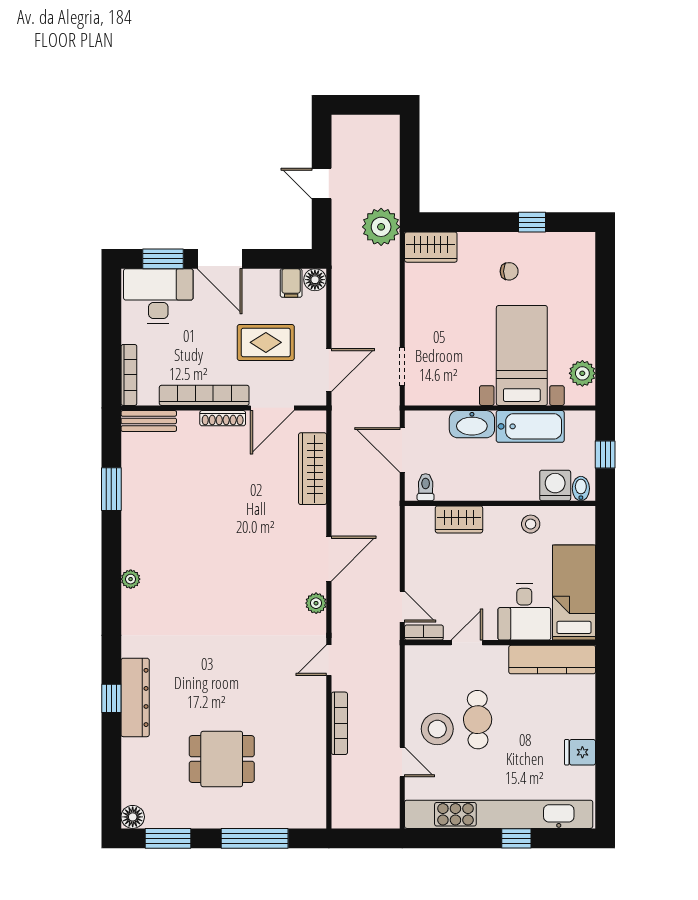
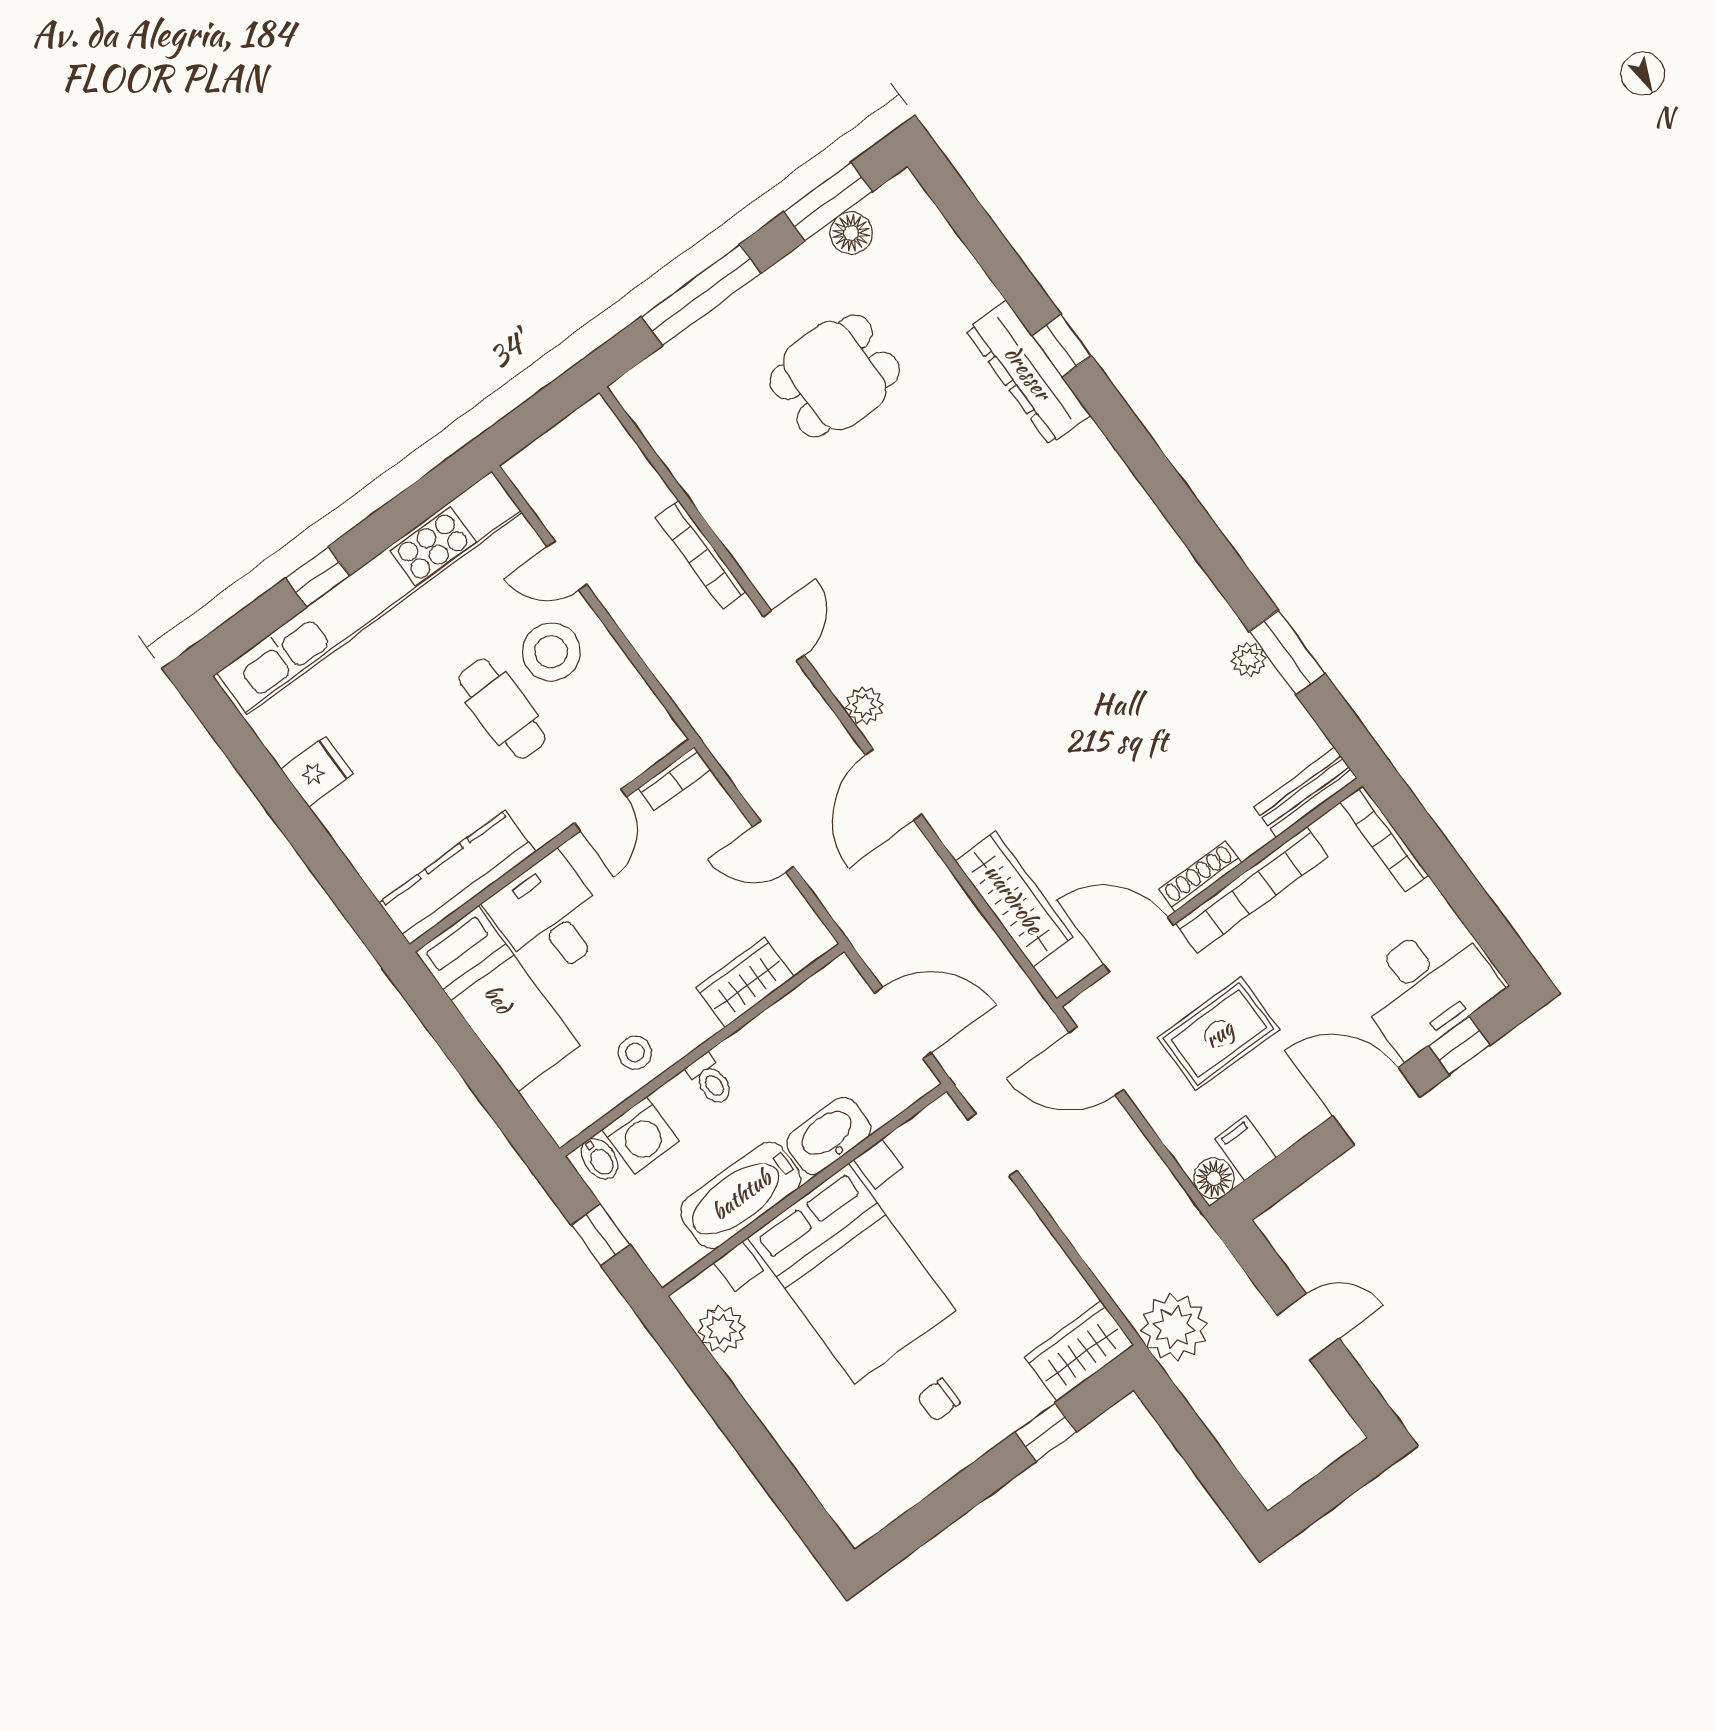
window: (532, 222) -> (1046, 1432), moved
window: (163, 259) -> (1459, 1045), width x0.67
bed with nightstands: (522, 356) -> (852, 1274), width x1.36
door: (329, 370) -> (1096, 1061), hinge flipped
door: (272, 408) -> (1138, 945), hinge flipped
toilet: (426, 487) -> (710, 1080), moved
plant: (131, 579) -> (1249, 659), moved
door: (402, 607) -> (773, 847), moved
floor lamp: (133, 817) -> (851, 233), moved

